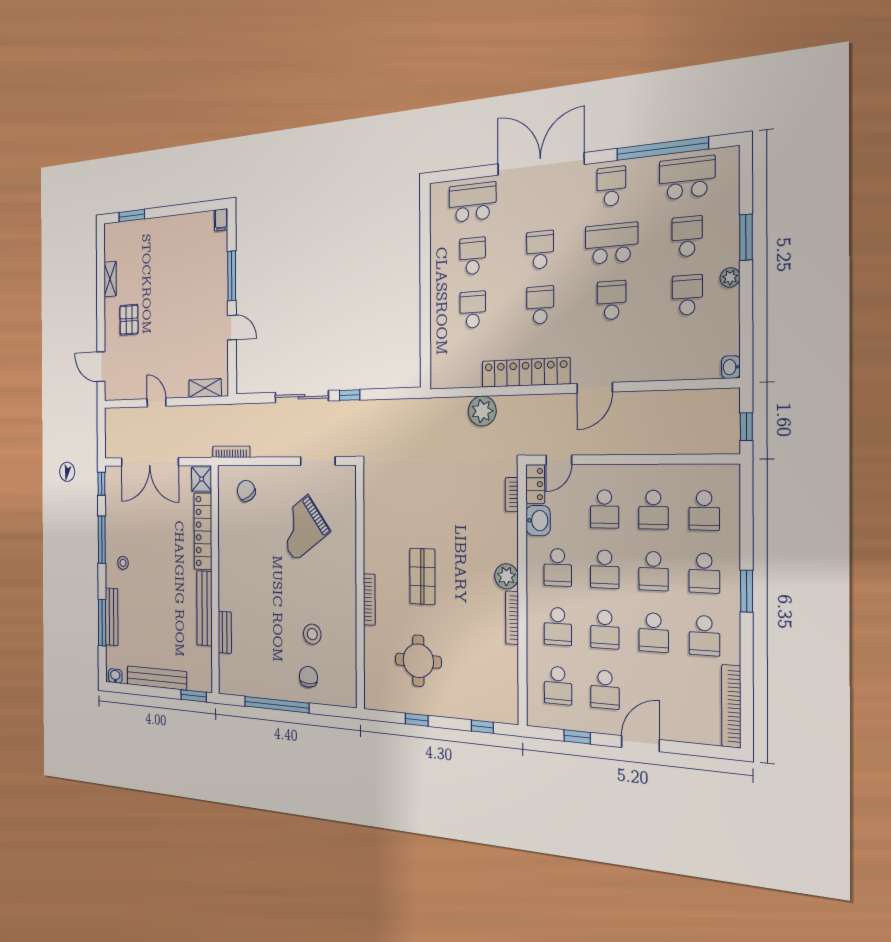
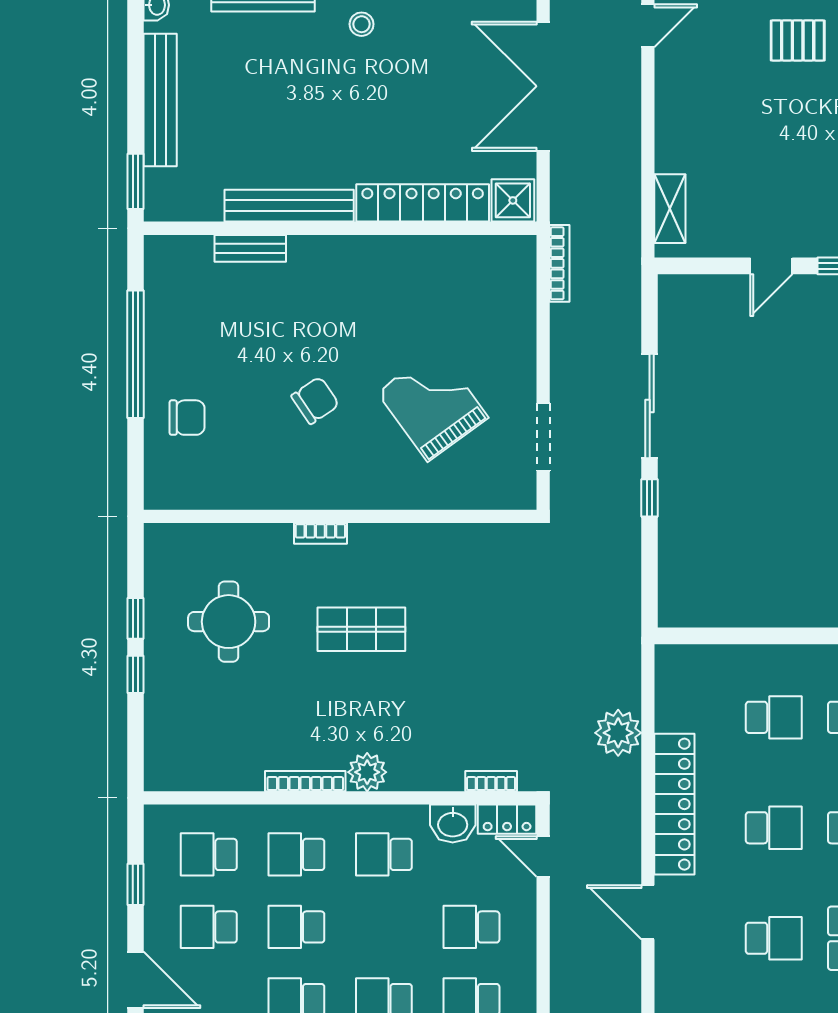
door: (157, 403) -> (648, 26), moved
chair: (246, 491) -> (315, 400), moved
school desk: (605, 569) -> (384, 927), removed
bookcase: (369, 599) -> (320, 533), width x0.64
stool: (312, 634) -> (258, 425), removed
window: (482, 727) -> (136, 674), moved

